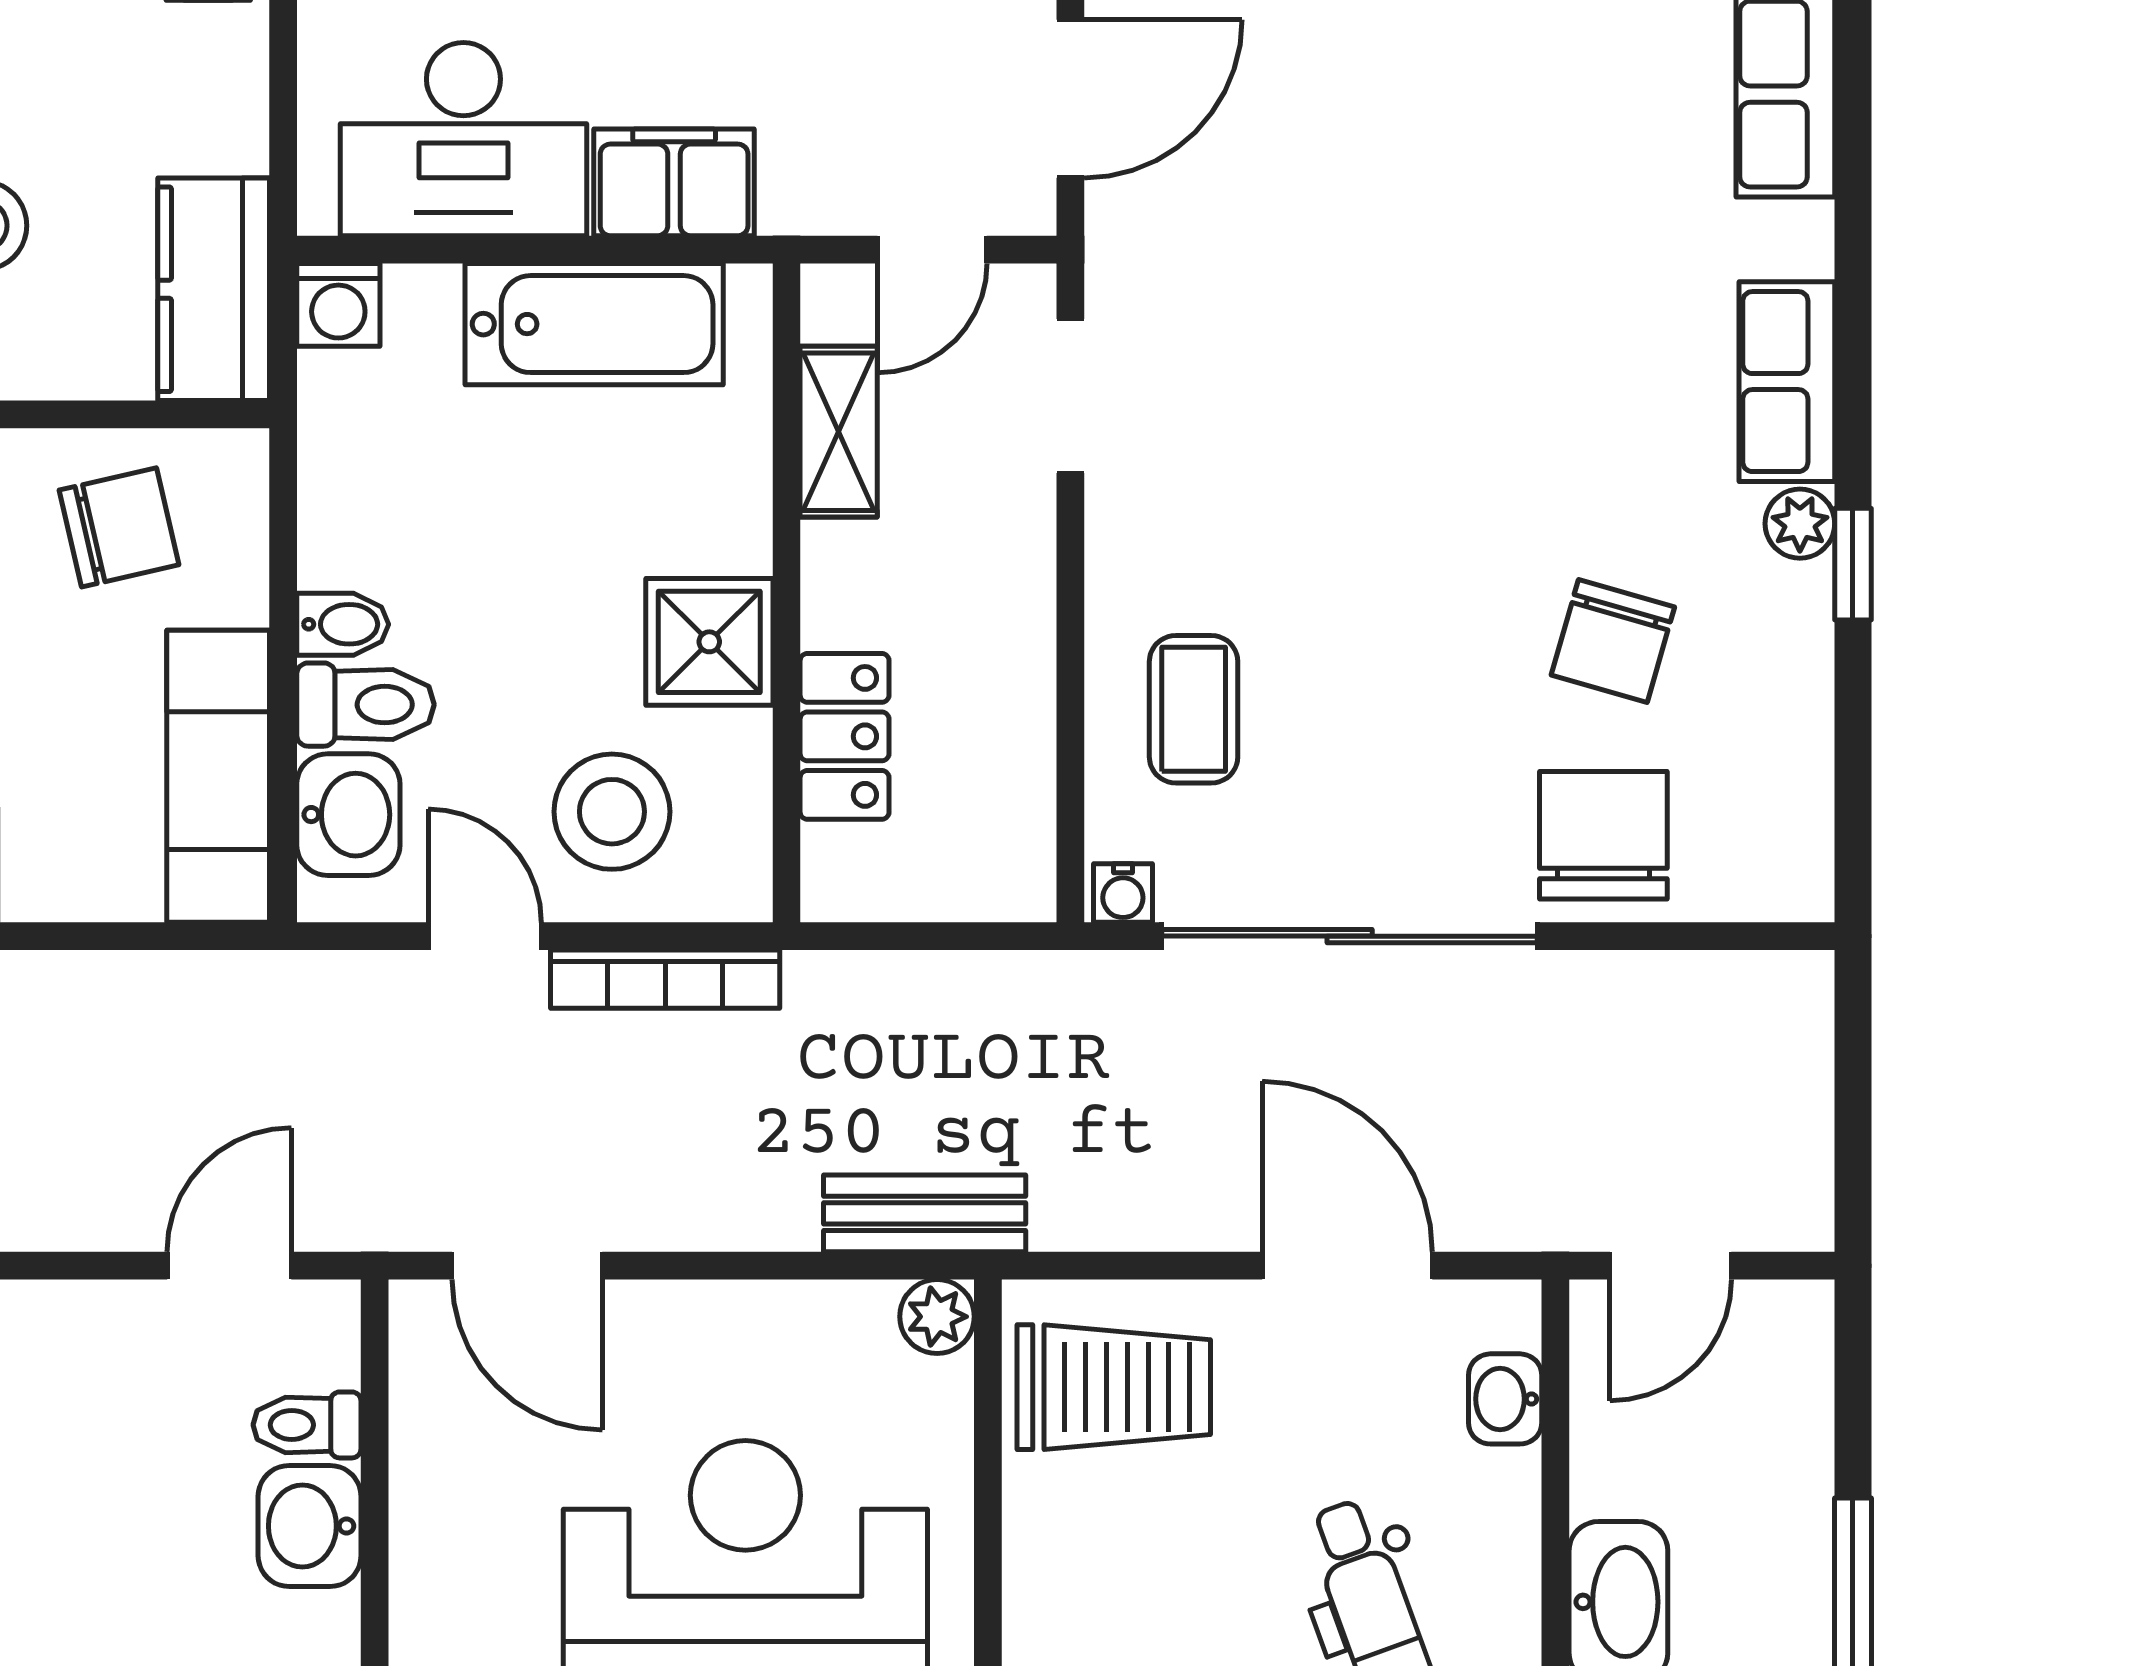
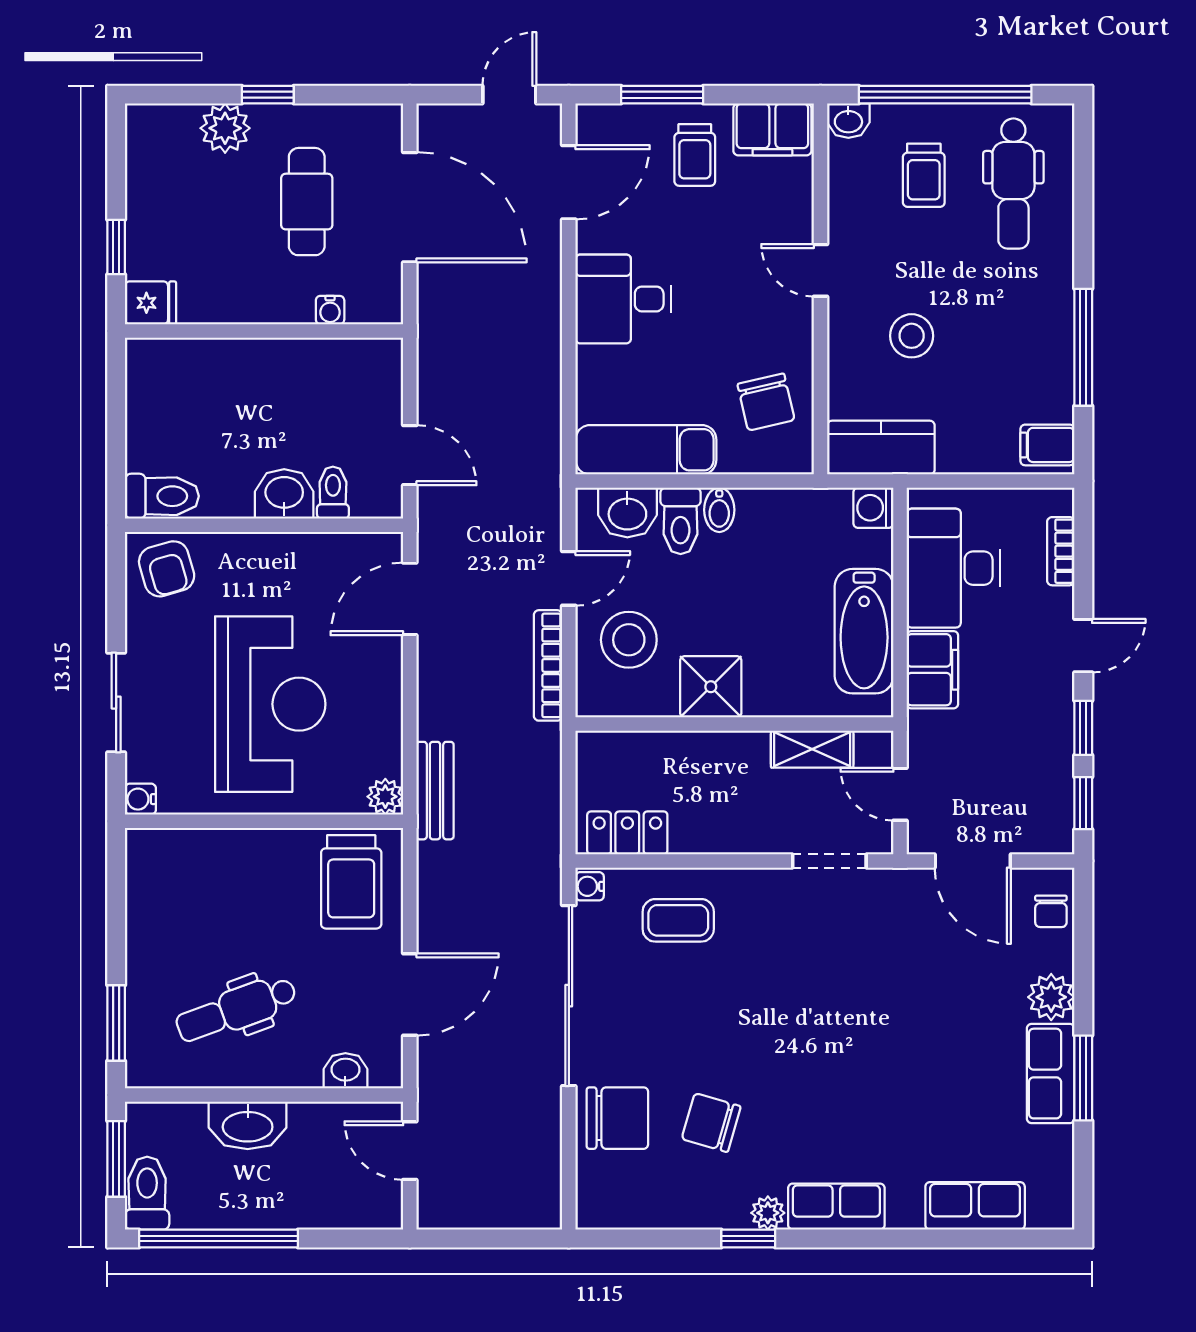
locker: (845, 736) -> (627, 833), moved, turned 180

